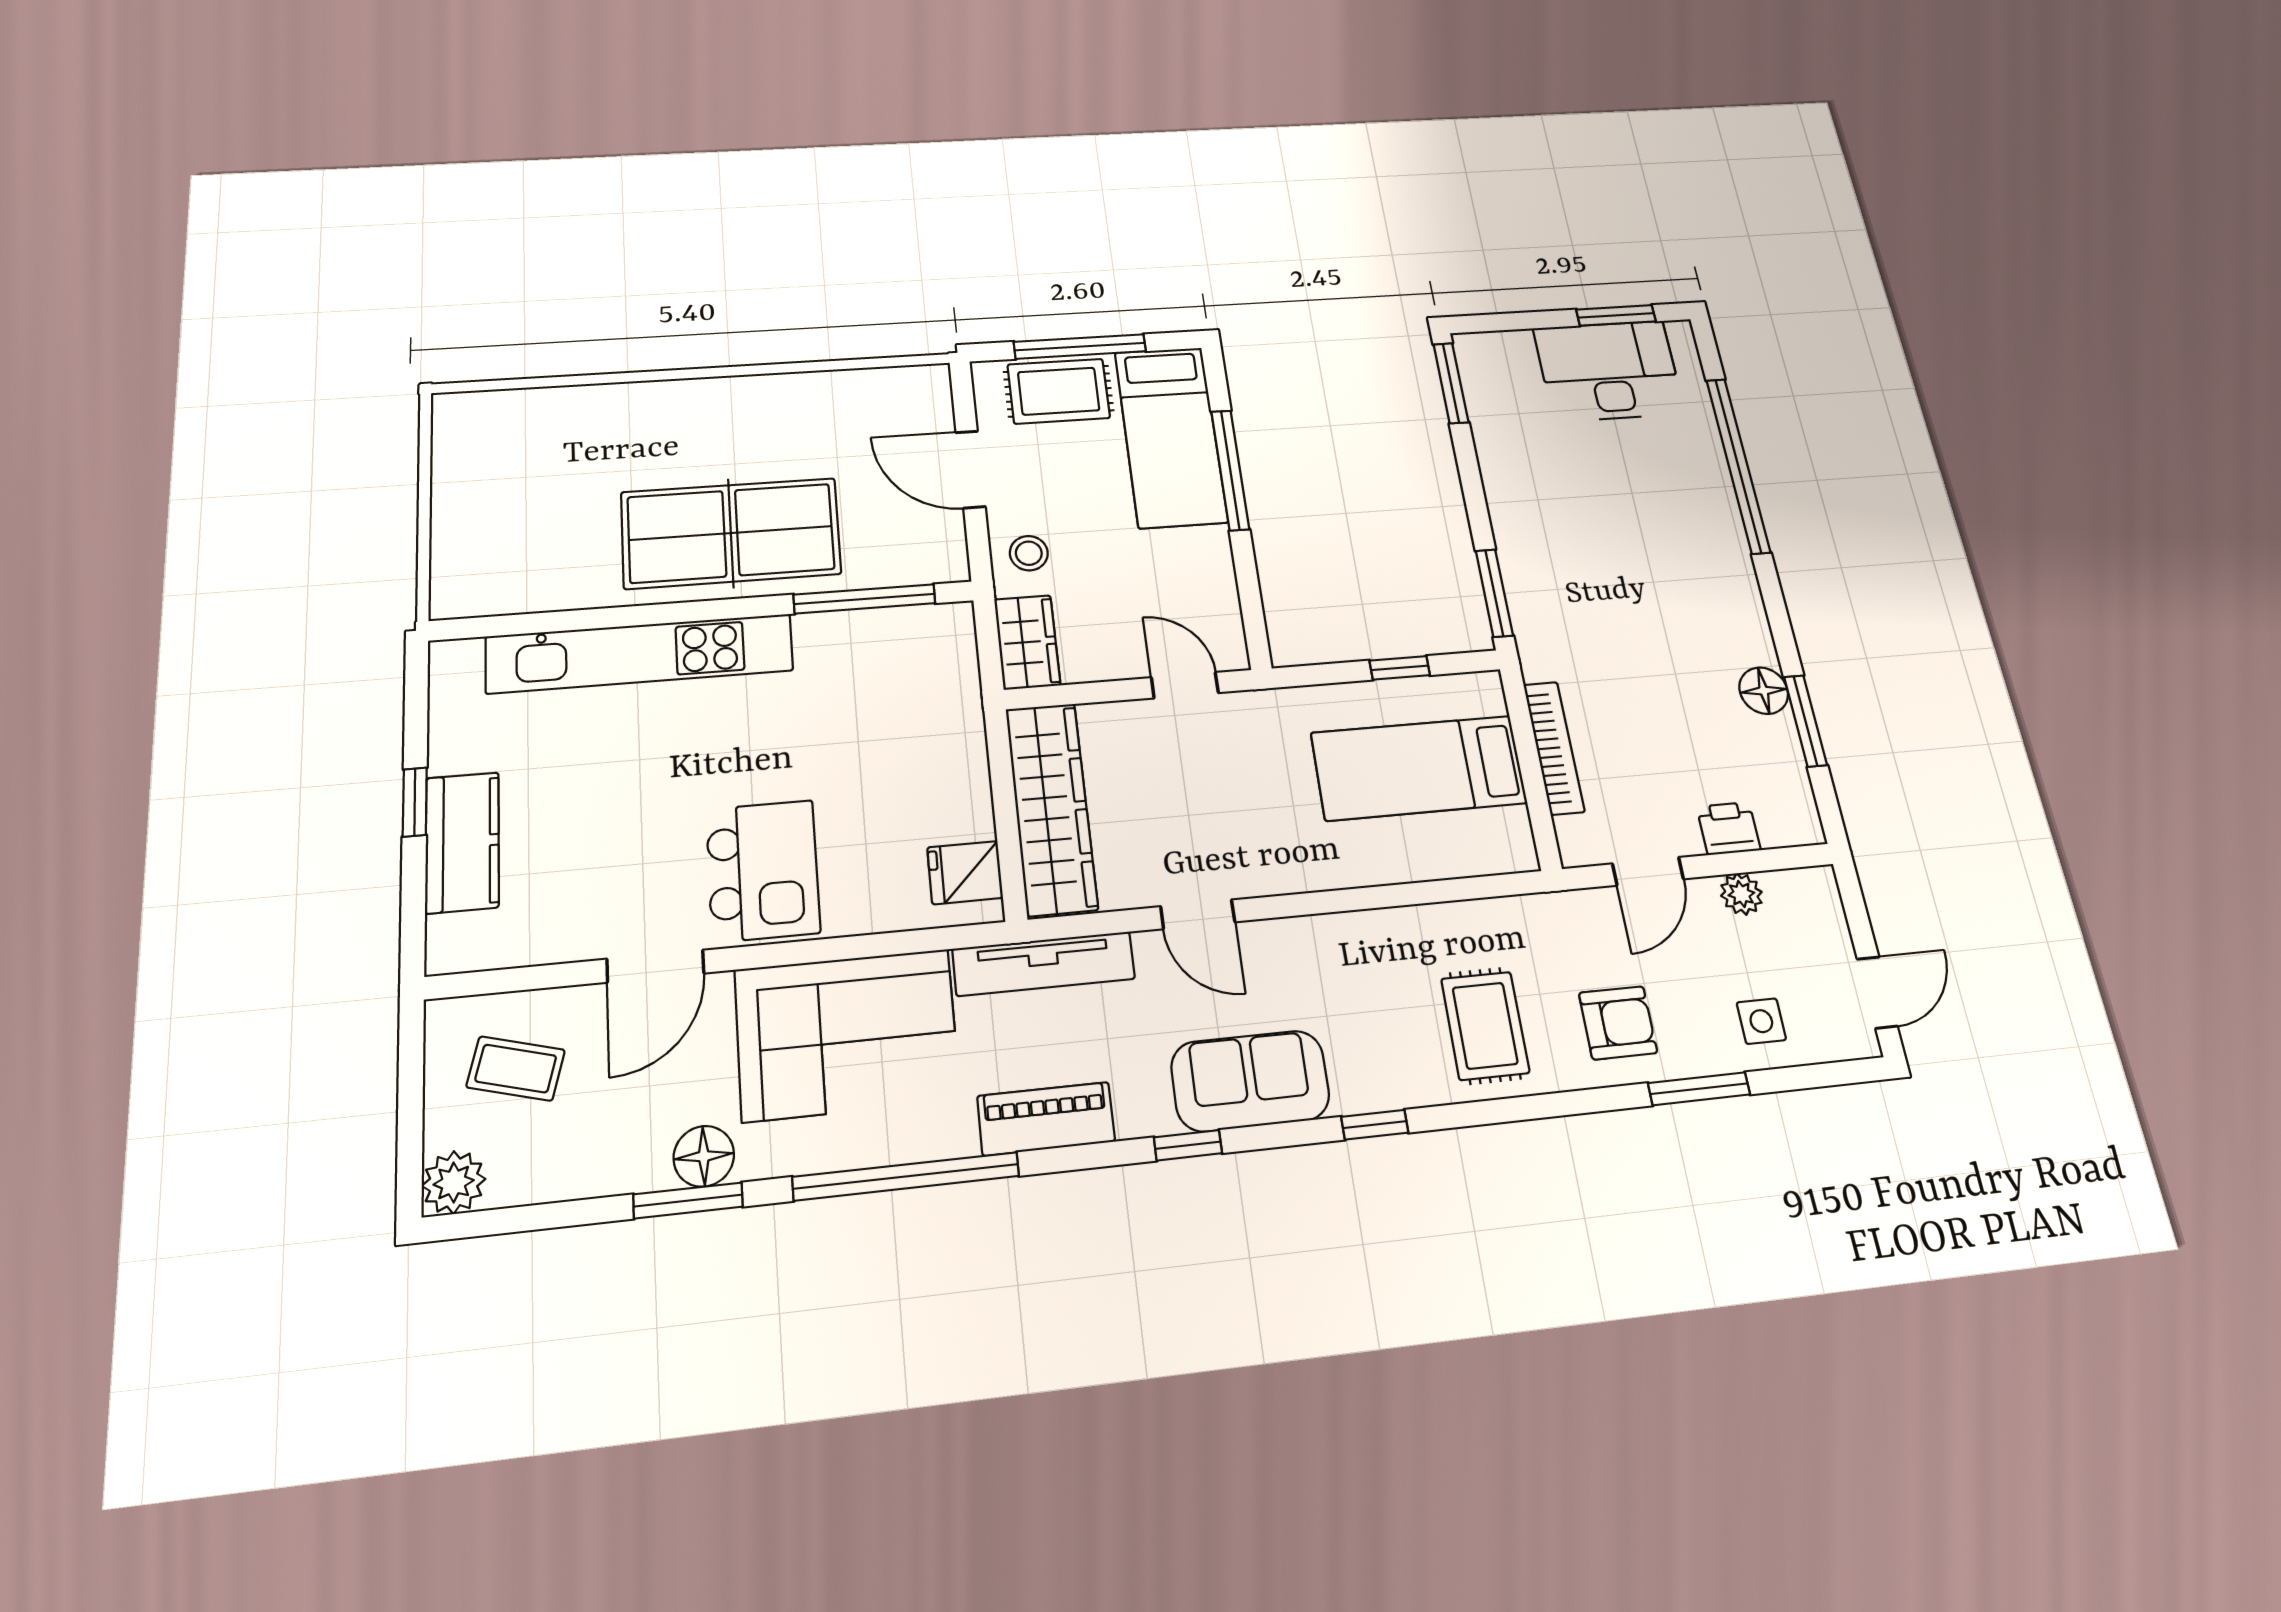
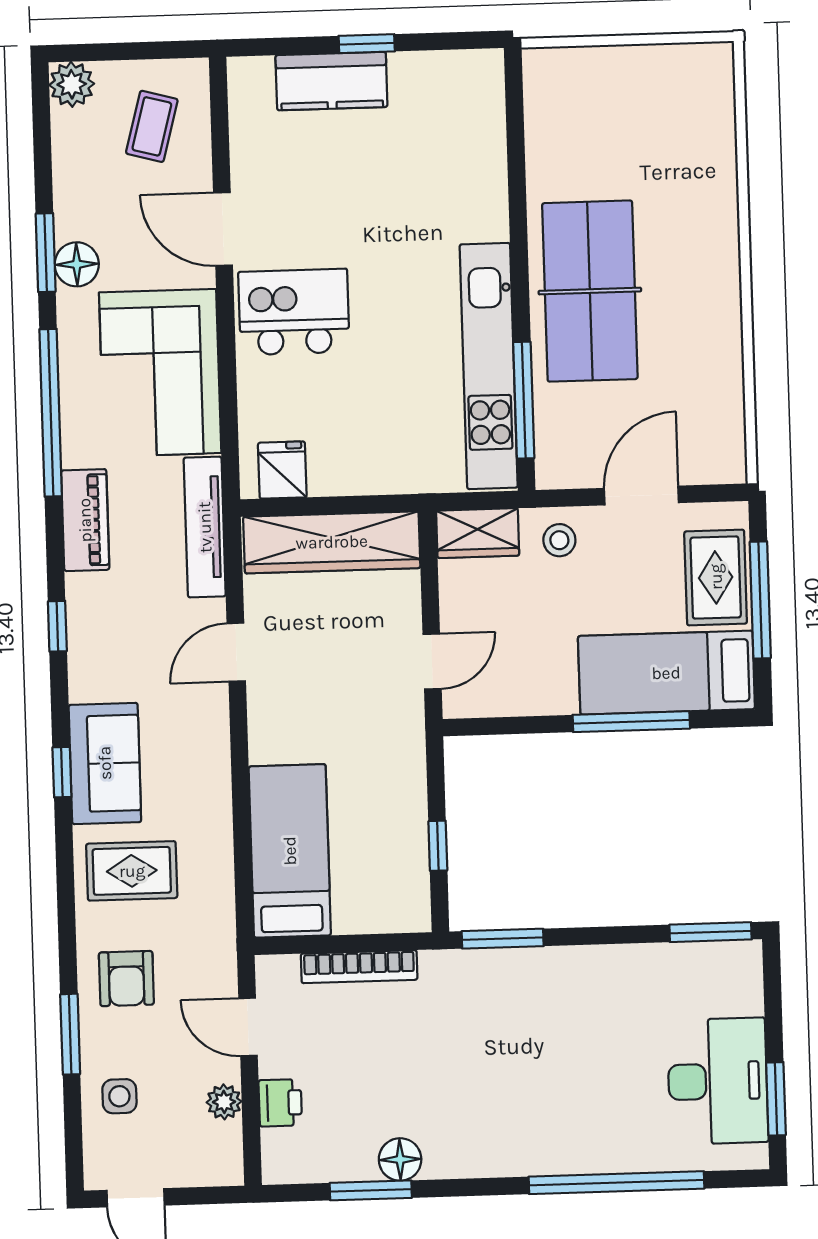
kitchen unit: (640, 653) -> (489, 366), moved
bed: (1419, 768) -> (290, 851), moved
kitchen island: (763, 871) -> (294, 312), turned 180
sofa: (1250, 1081) -> (105, 763), moved

